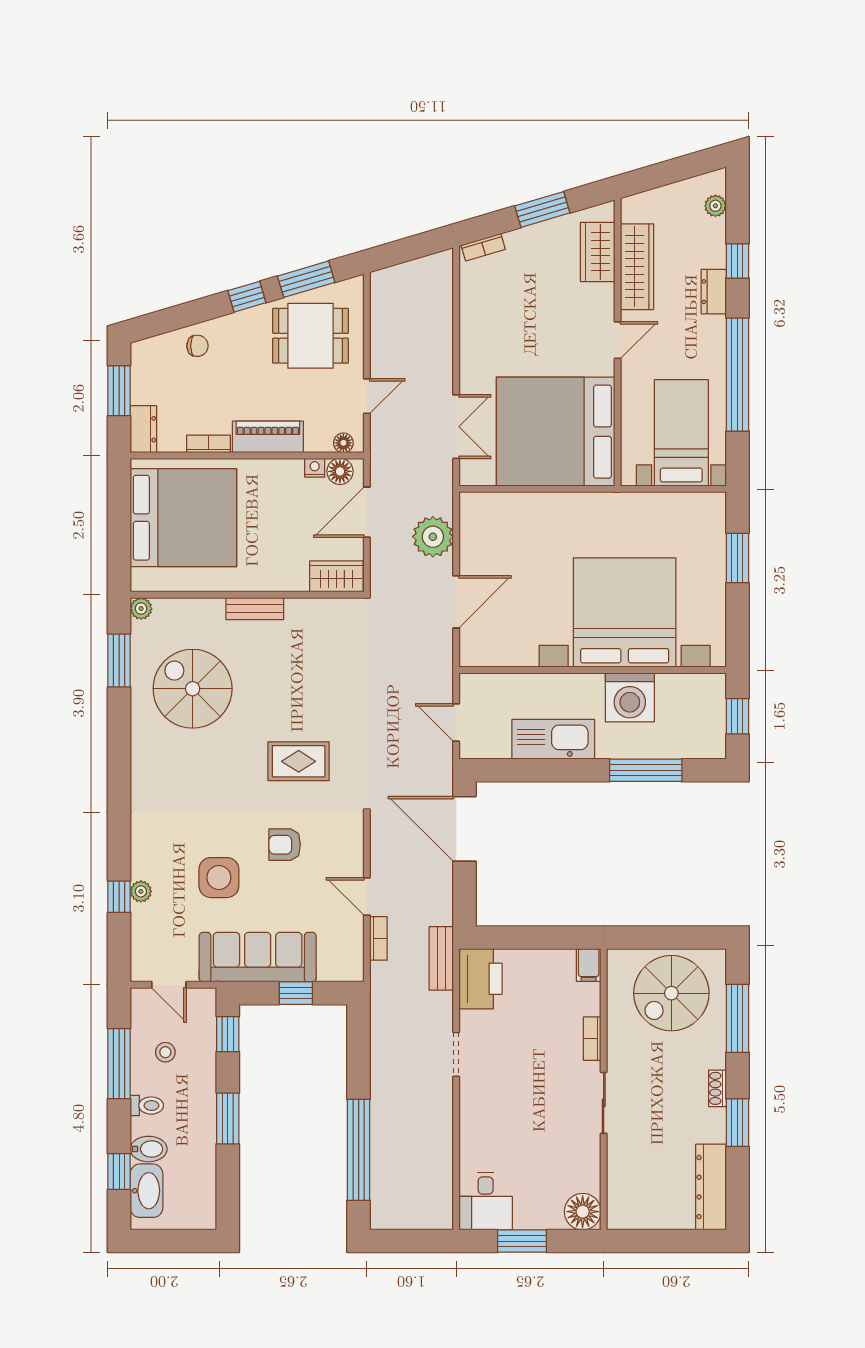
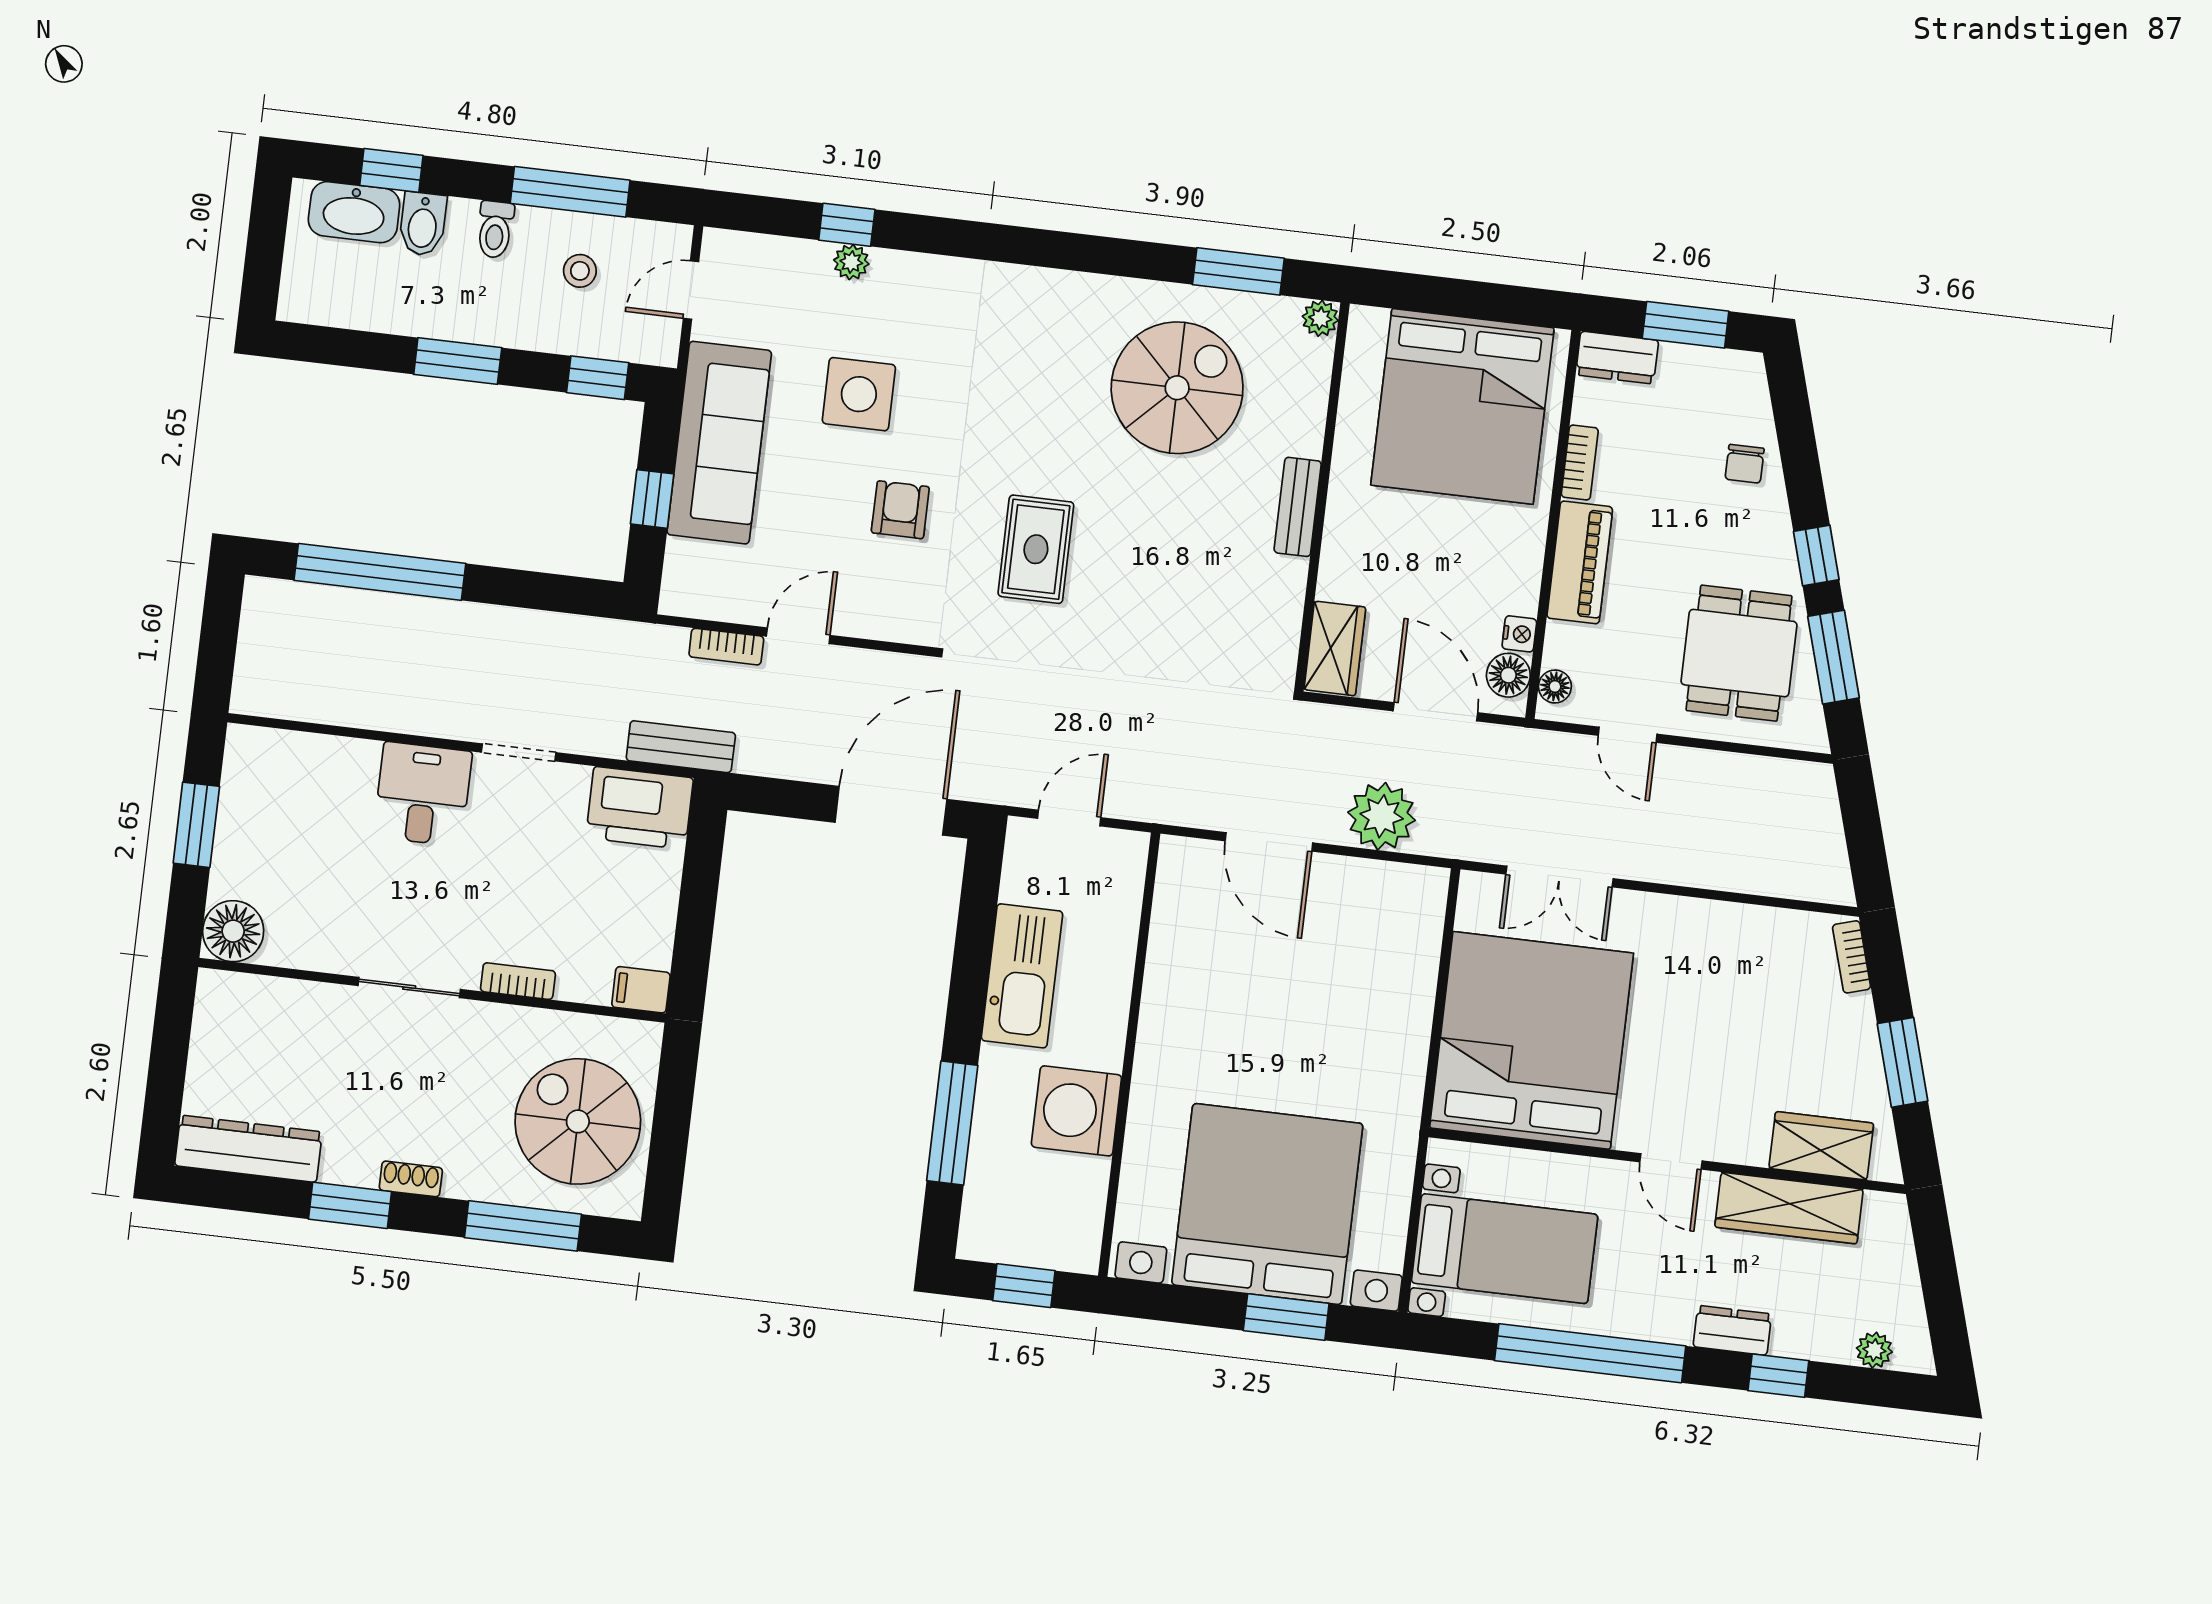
bed with nightstands: (625, 613) -> (1267, 1204), moved, turned -90
desk: (486, 1201) -> (423, 794), moved, turned 90

